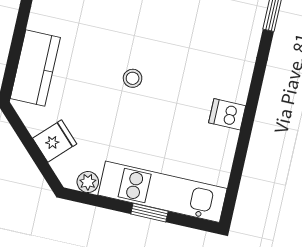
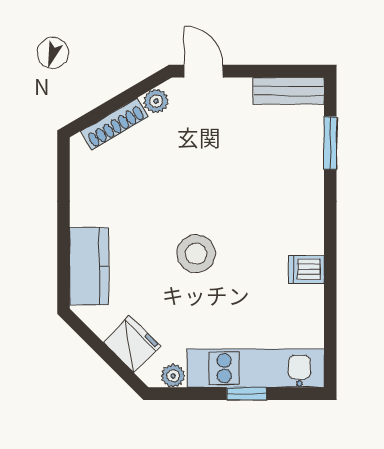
stool: (133, 78) -> (196, 254), width x1.89, depth x1.89
fridge: (55, 141) -> (132, 344), width x1.38

